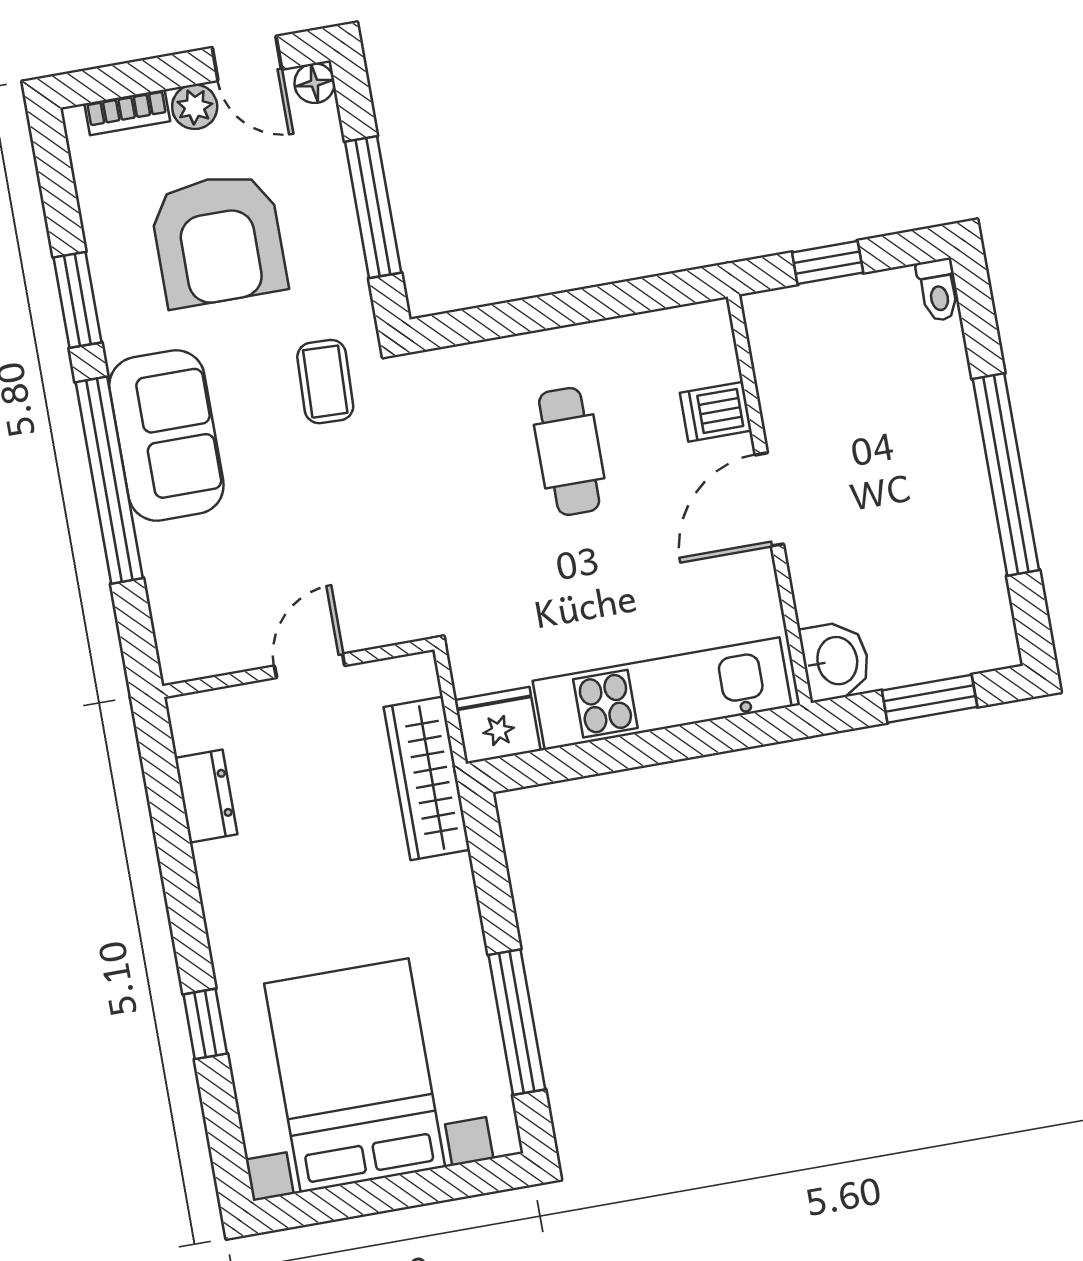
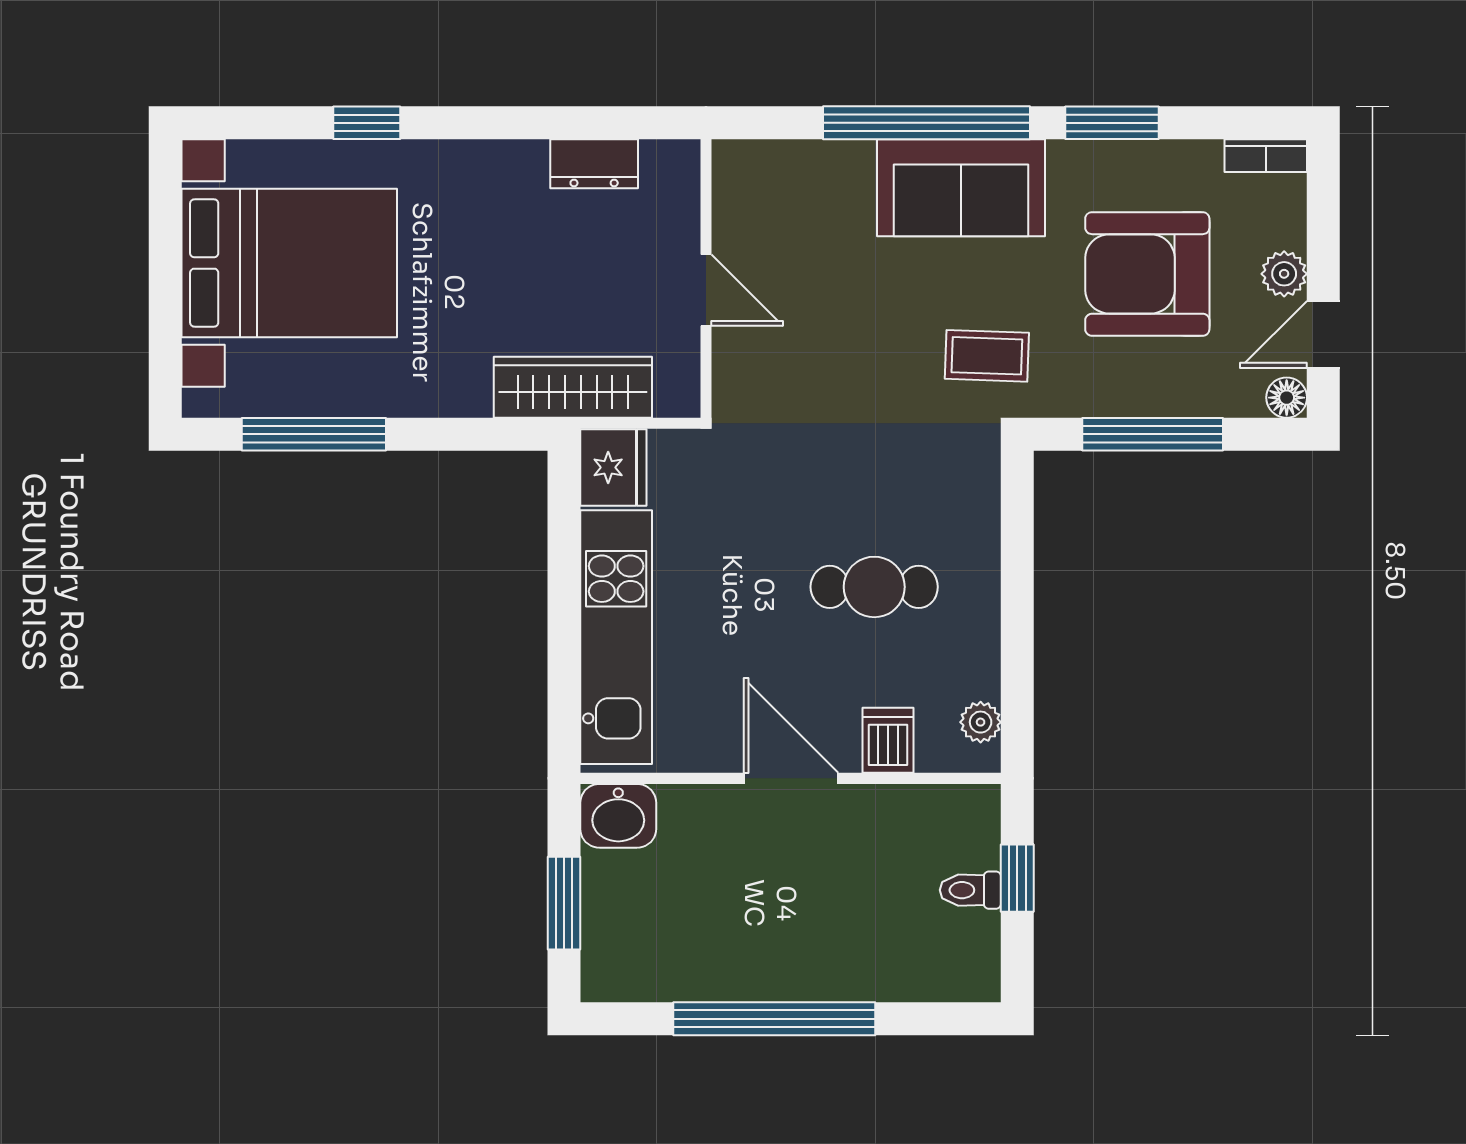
bookcase: (127, 112) -> (1266, 156), moved, turned -90
toilet: (938, 290) -> (970, 890), moved
plant: (682, 325) -> (981, 722), added

